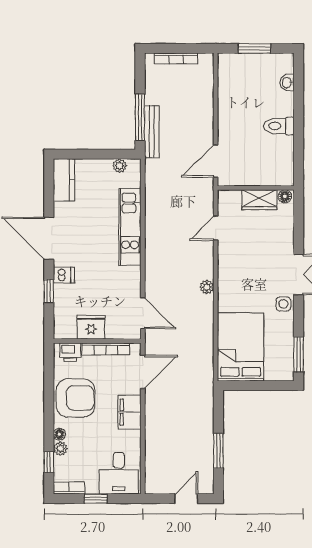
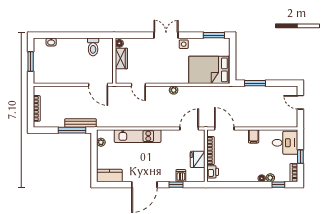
toilet: (279, 126) -> (93, 47), moved
dishwasher: (64, 275) -> (181, 176), moved
armchair: (76, 398) -> (240, 169), removed
filing cabinet: (130, 412) -> (254, 136), width x0.50
window: (218, 451) -> (255, 83), moved

